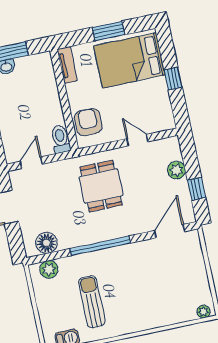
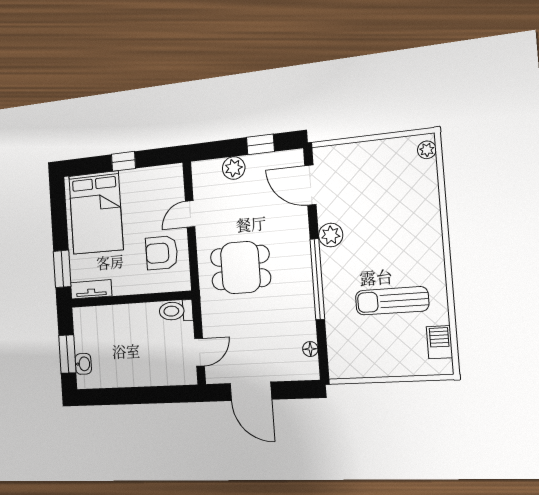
window: (108, 31) -> (62, 269), moved
armchair: (88, 122) -> (162, 253), moved
door: (31, 163) -> (200, 352), swing flipped
floor lamp: (47, 243) -> (310, 349), width x0.53, depth x0.53
plant: (49, 269) -> (331, 235), moved

